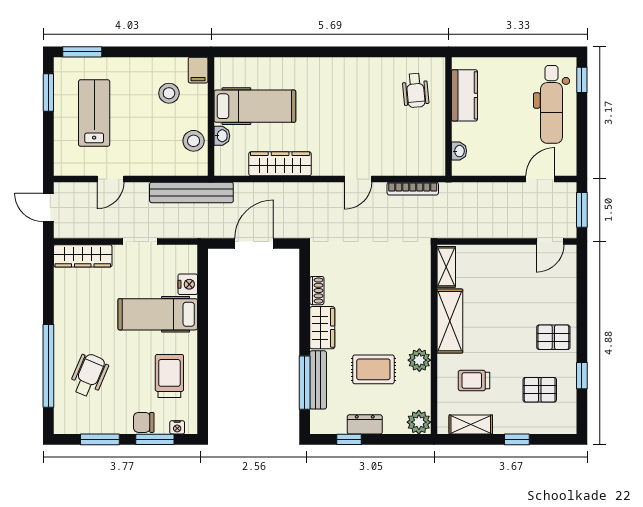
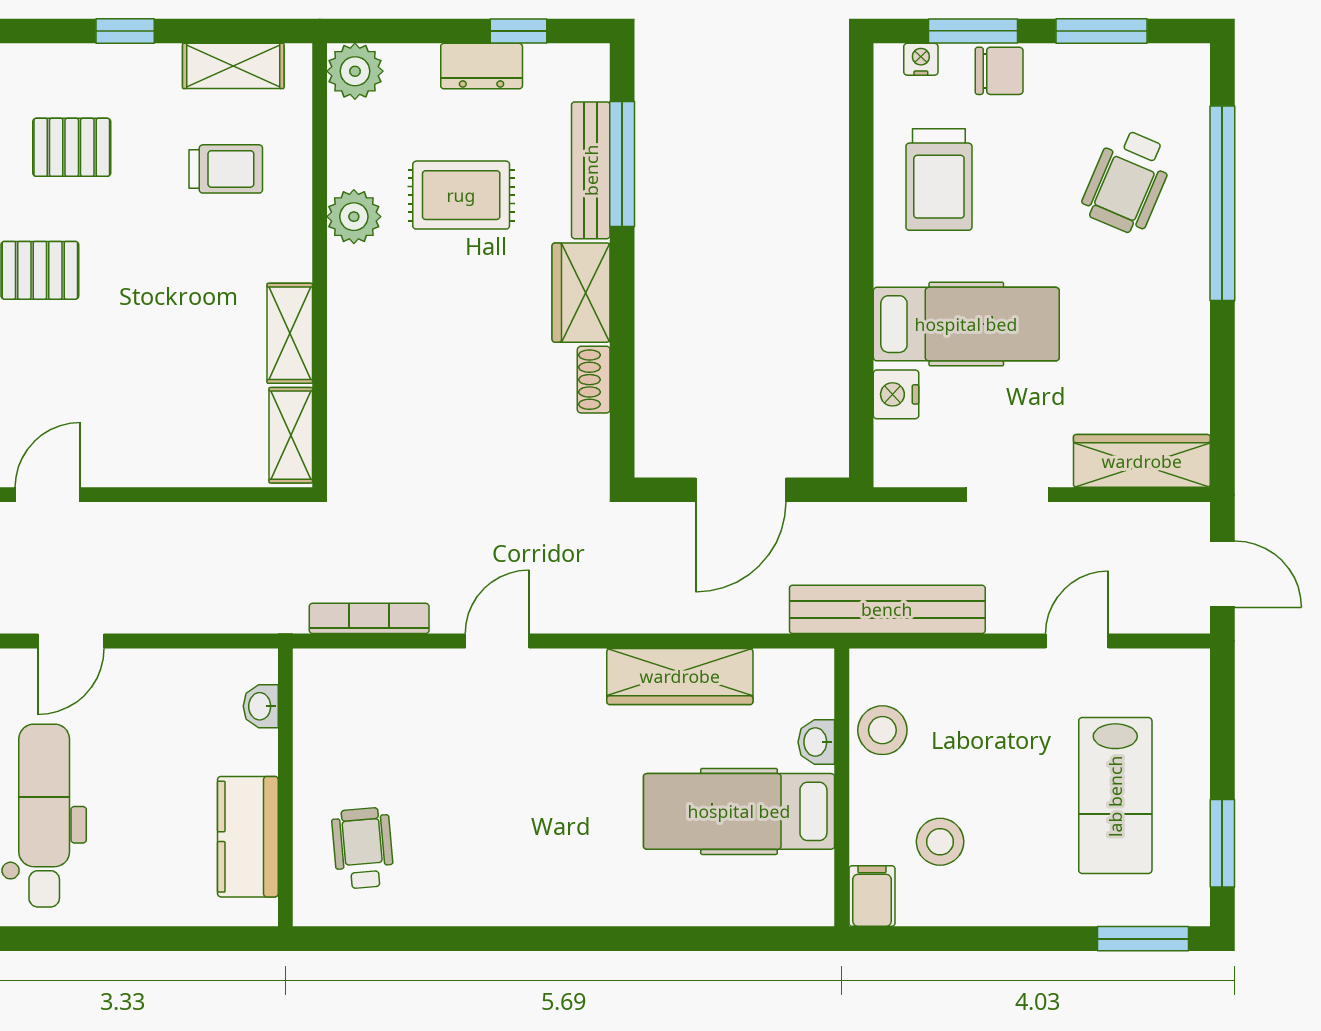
shelving: (450, 321) -> (290, 333), width x0.67, depth x0.75

